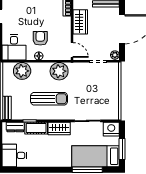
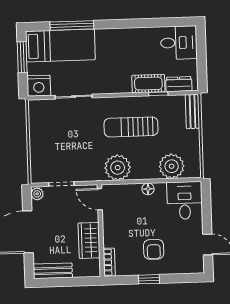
armchair: (40, 38) -> (154, 249), moved
wardrobe: (59, 128) -> (115, 84), removed

